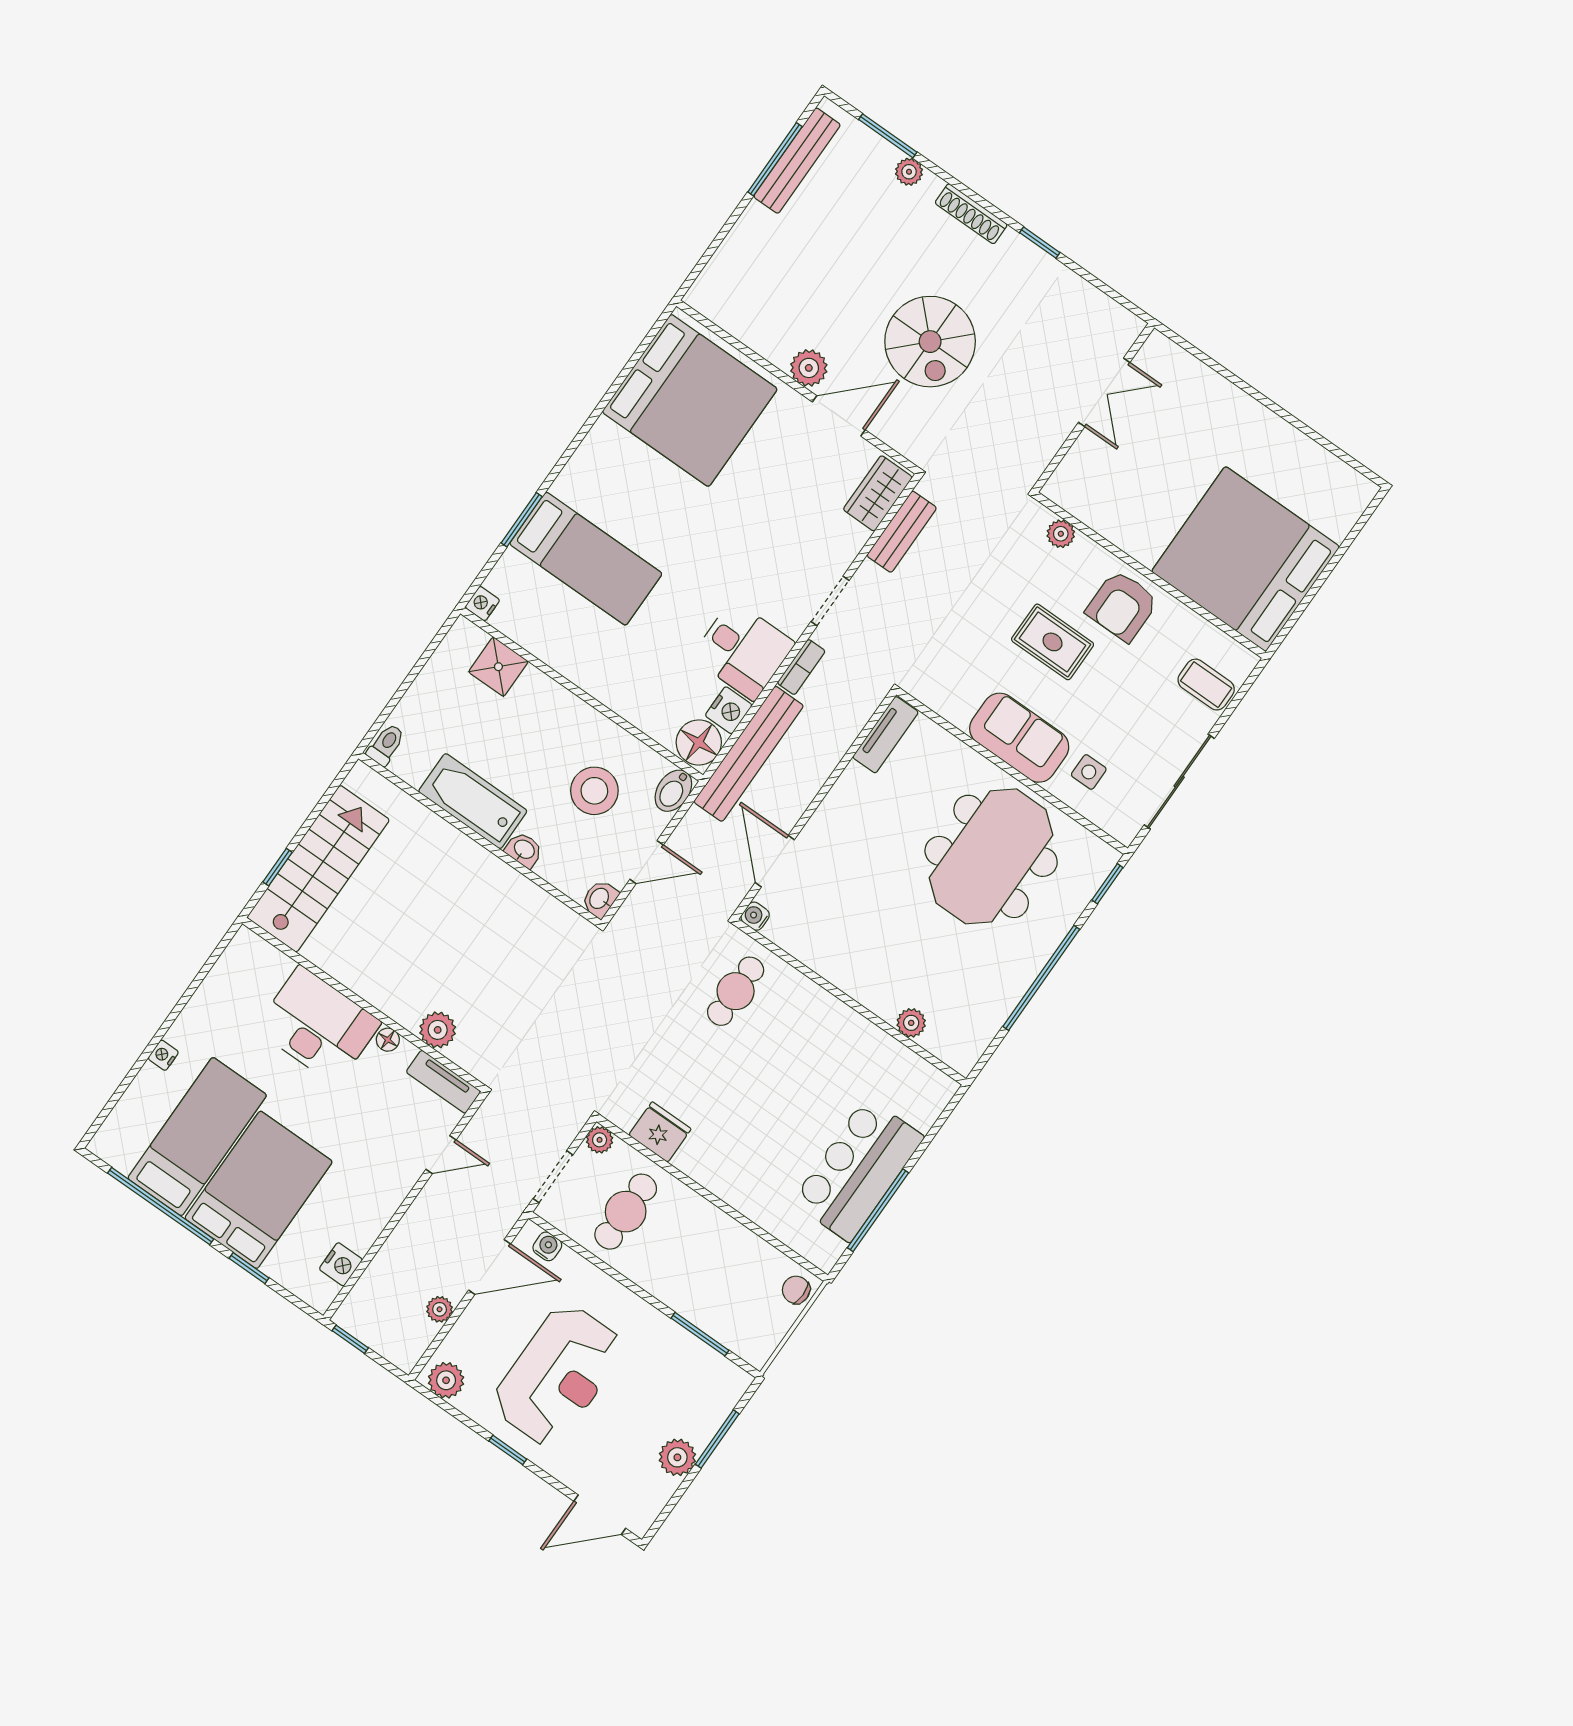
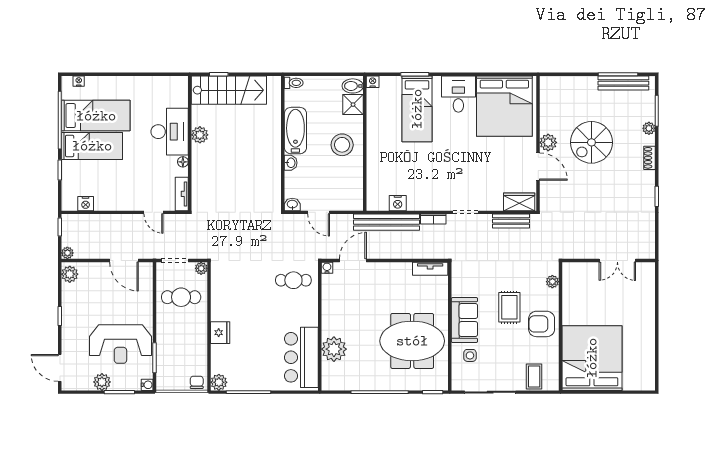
shoe rack: (971, 214) -> (650, 158), width x0.70
spiral stairs: (930, 342) -> (591, 142), moved
desk: (743, 650) -> (458, 94), moved, turned 180
floor lamp: (699, 743) -> (378, 200), removed
stool: (594, 791) -> (342, 145), moved
bidet: (673, 791) -> (353, 86), moved
plant: (911, 1023) -> (334, 349), width x1.87, depth x1.87
plant: (438, 1030) -> (200, 135), moved
nightstand: (163, 1055) -> (79, 81), moved
fridge: (660, 1132) -> (220, 333), moved
bar counter: (858, 1169) -> (301, 357), moved, turned -90
bed: (259, 1190) -> (92, 146), width x0.67
water cooler: (547, 1246) -> (147, 385), moved
plant: (824, 1251) -> (219, 382), added
plant: (440, 1309) -> (67, 253), moved
reception desk: (558, 1375) -> (120, 344), moved

